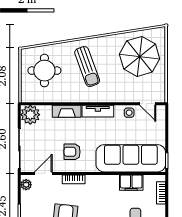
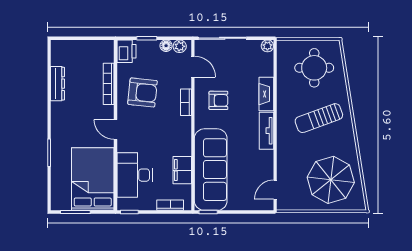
side table: (129, 113) -> (265, 168), removed
plant: (30, 115) -> (267, 46), width x0.53, depth x0.53
armchair: (72, 152) -> (218, 100), turned 90
floor lamp: (26, 196) -> (166, 46), added

